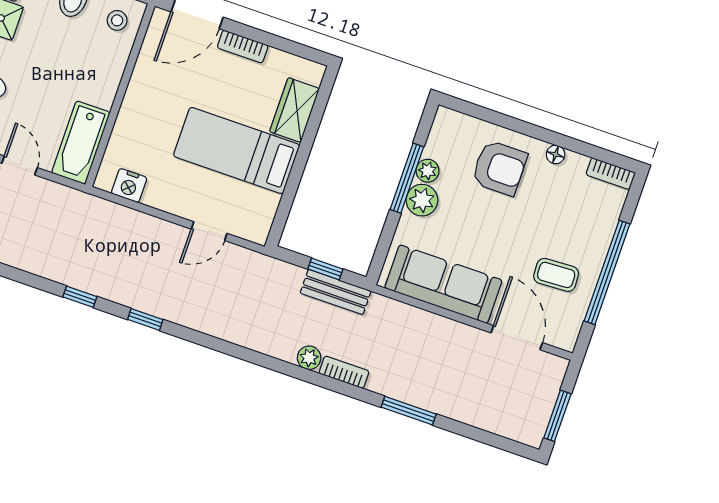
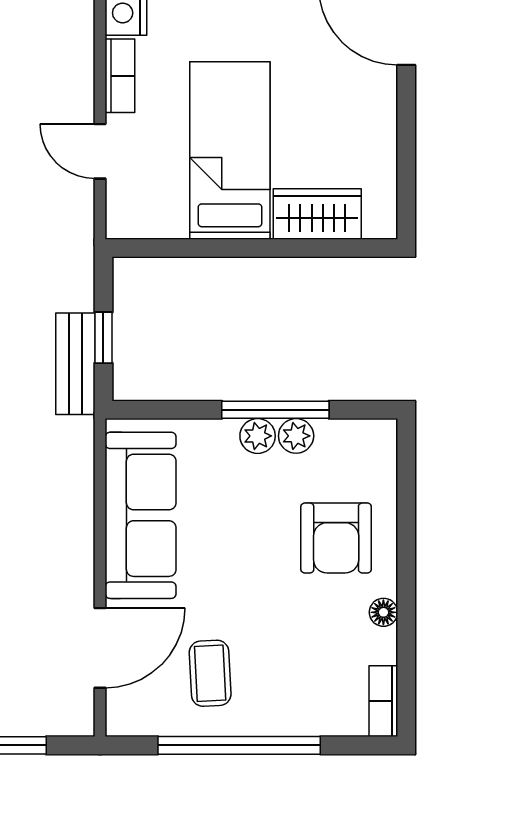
bookcase: (243, 47) -> (120, 76), moved, turned 180
plant: (422, 200) -> (258, 436), width x0.73, depth x0.73

